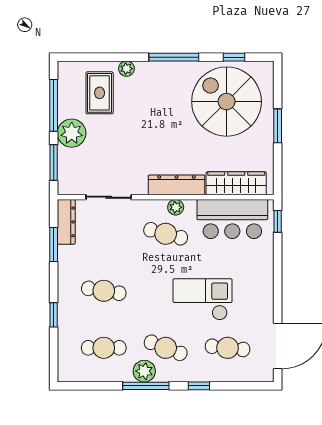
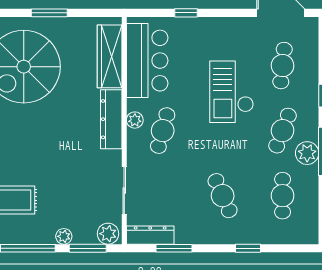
plant: (72, 133) -> (64, 236), width x0.53, depth x0.53
plant: (68, 182) -> (108, 234), added
window: (278, 221) -> (186, 13), moved
cafe table: (104, 291) -> (223, 196), turned -33

